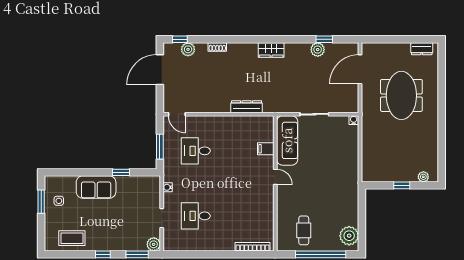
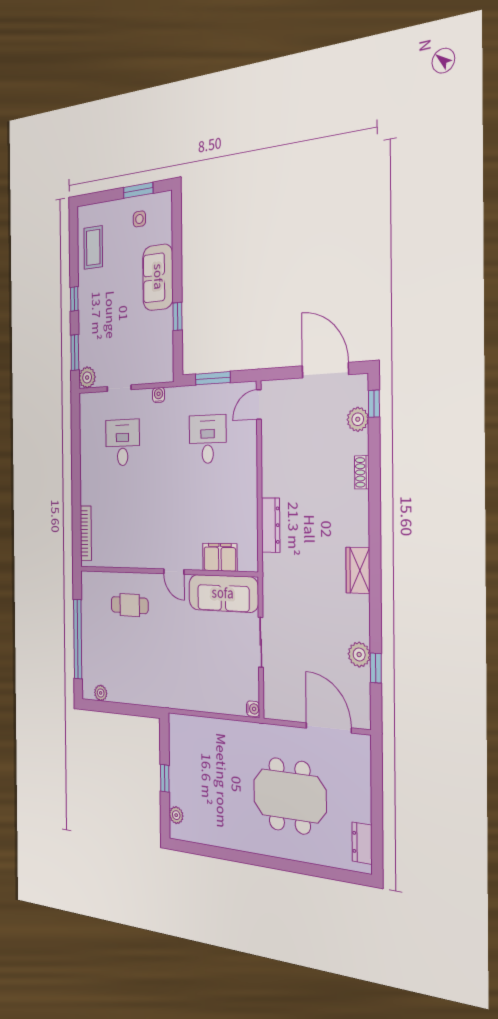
filing cabinet: (266, 149) -> (220, 557), width x2.00
door: (275, 177) -> (174, 572), hinge flipped
cafe table: (304, 230) -> (130, 605), moved
plant: (349, 236) -> (101, 693), width x0.53, depth x0.53

